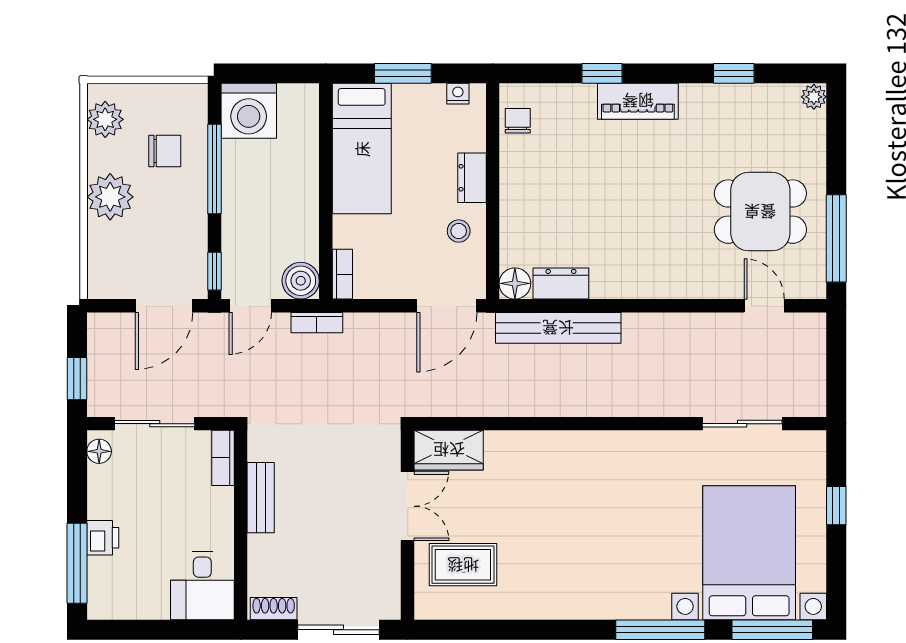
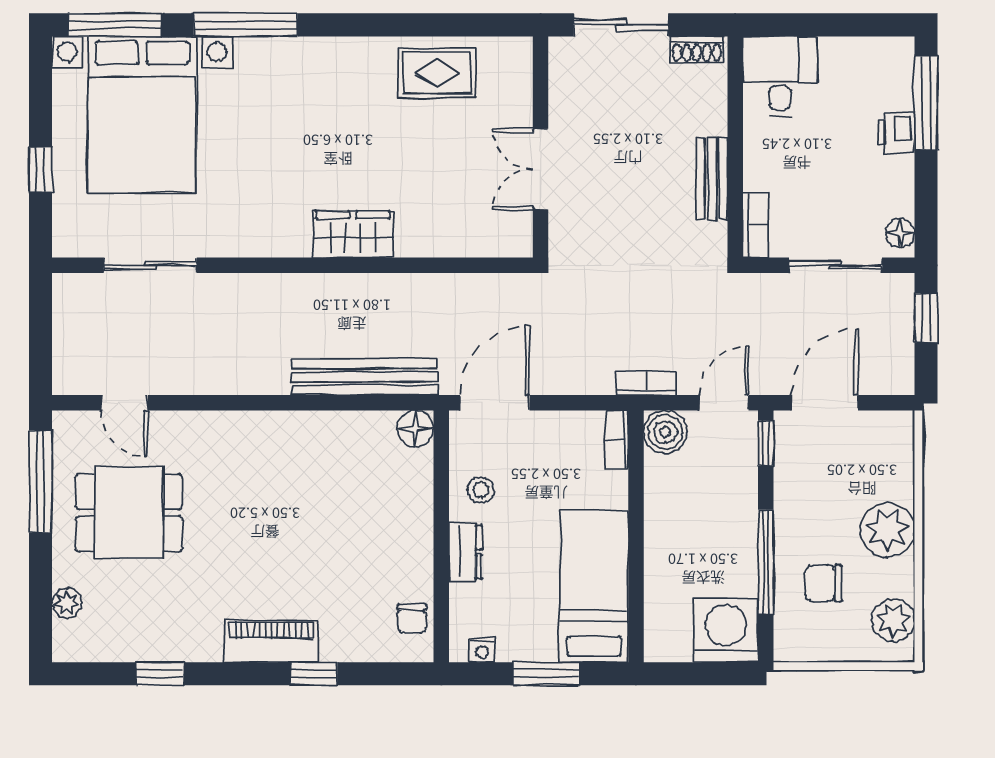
plant: (814, 97) -> (67, 603), moved
dresser: (561, 284) -> (362, 429), removed
wardrobe: (449, 450) -> (353, 234), moved
rug: (463, 565) -> (437, 73), moved

